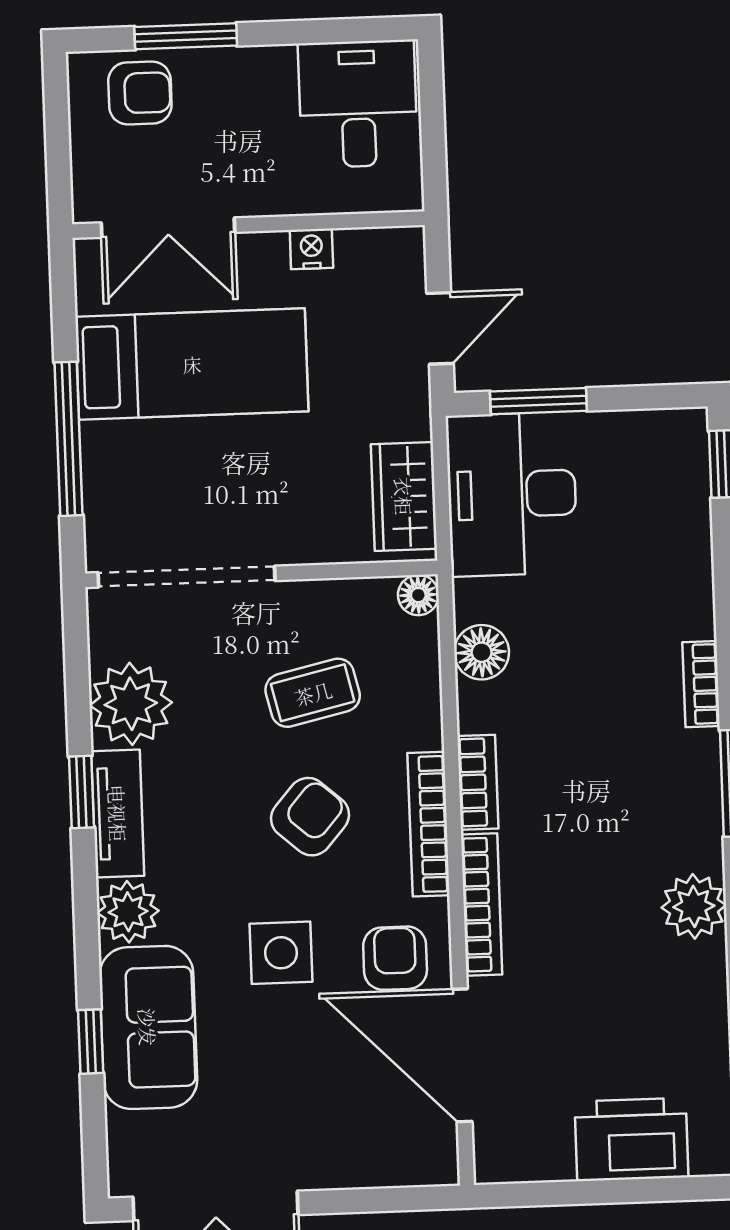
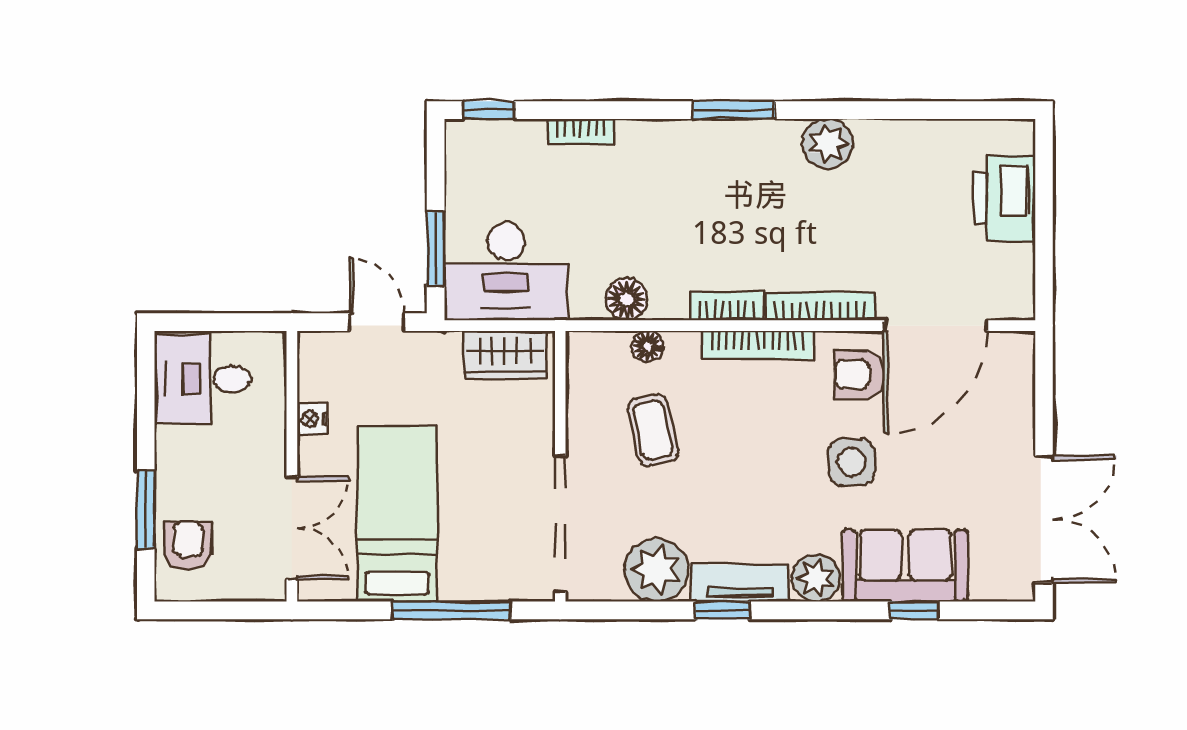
floor lamp: (418, 595) -> (648, 346), moved
bookcase: (701, 684) -> (581, 132), moved
armchair: (310, 817) -> (748, 436), removed

